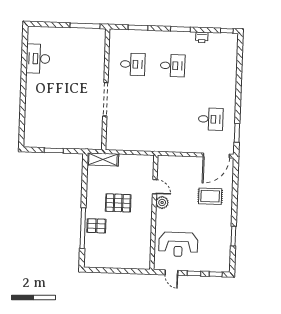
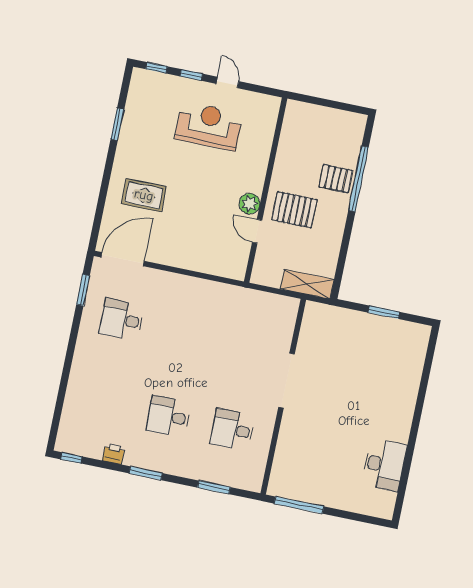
door: (155, 187) -> (257, 231), moved
plant: (162, 202) -> (250, 204), moved
wall: (154, 212) -> (266, 190), moved

